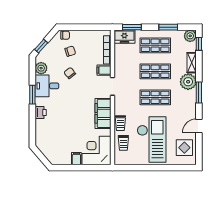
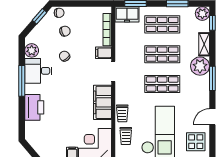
window: (41, 46) -> (40, 16), moved
window: (32, 95) -> (22, 81), width x1.44
printer: (41, 113) -> (34, 107), width x1.87, depth x1.48

